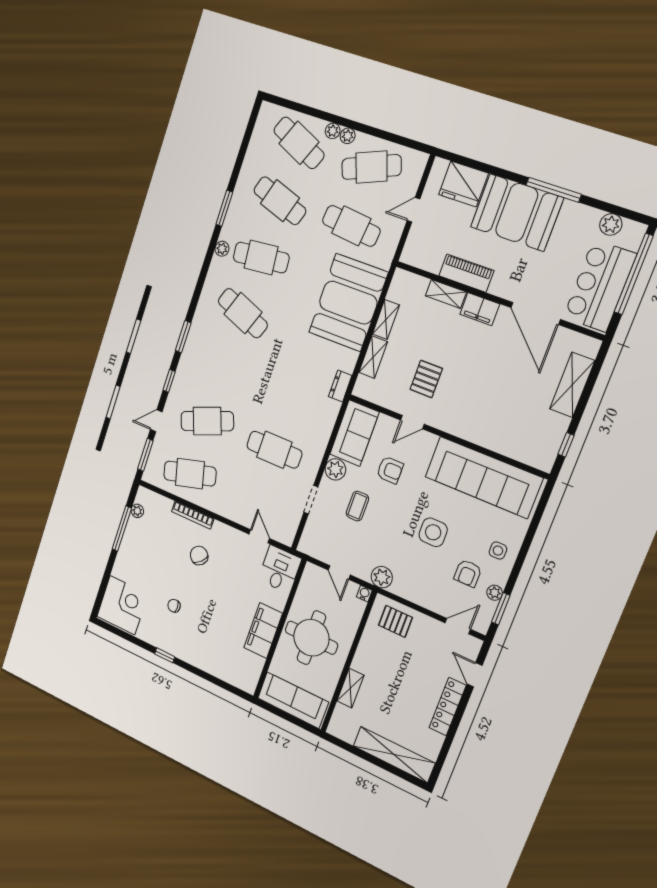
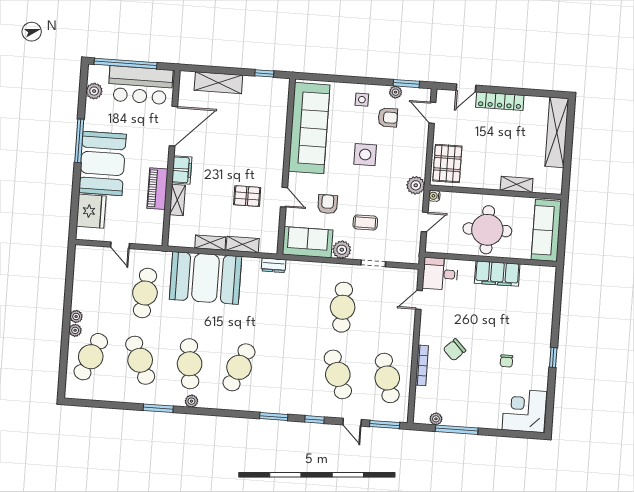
cafe table: (371, 167) -> (96, 289), removed
cafe table: (280, 201) -> (140, 360), turned -42
pallet: (395, 621) -> (447, 164), width x1.50, depth x1.42

